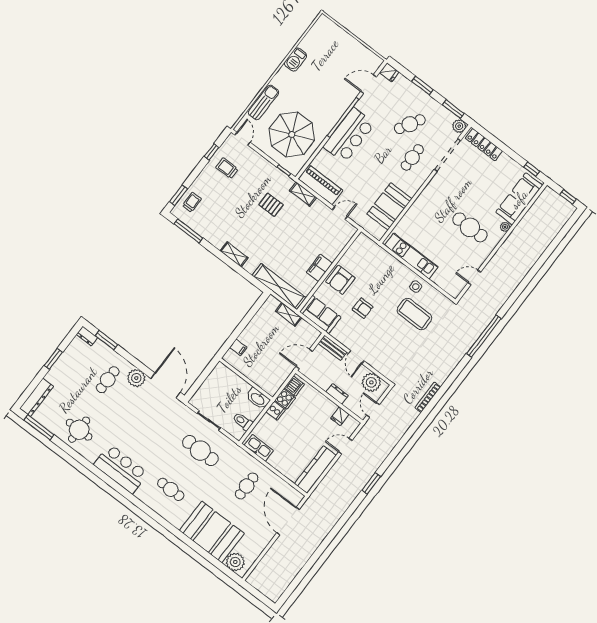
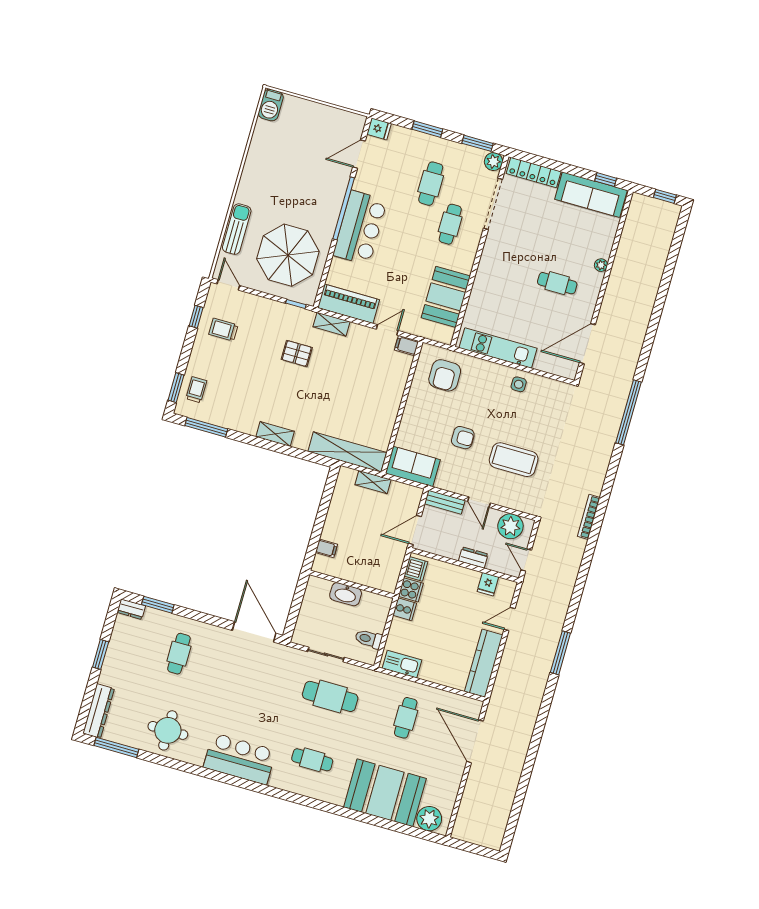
barbecue: (295, 60) -> (271, 105), moved
cafe table: (410, 124) -> (431, 184), turned -30
sofa: (519, 199) -> (591, 195), moved, turned -90
cafe table: (470, 227) -> (557, 283), width x0.73, depth x0.74
filing cabinet: (319, 268) -> (406, 346), moved, width x0.50
door: (474, 277) -> (587, 344), width x1.88
armchair: (340, 280) -> (445, 375), moved
coffee table: (414, 314) -> (514, 460), moved
plant: (136, 378) -> (214, 637), removed
washbasin: (258, 399) -> (346, 594), moved
window: (371, 483) -> (560, 653), width x1.44

